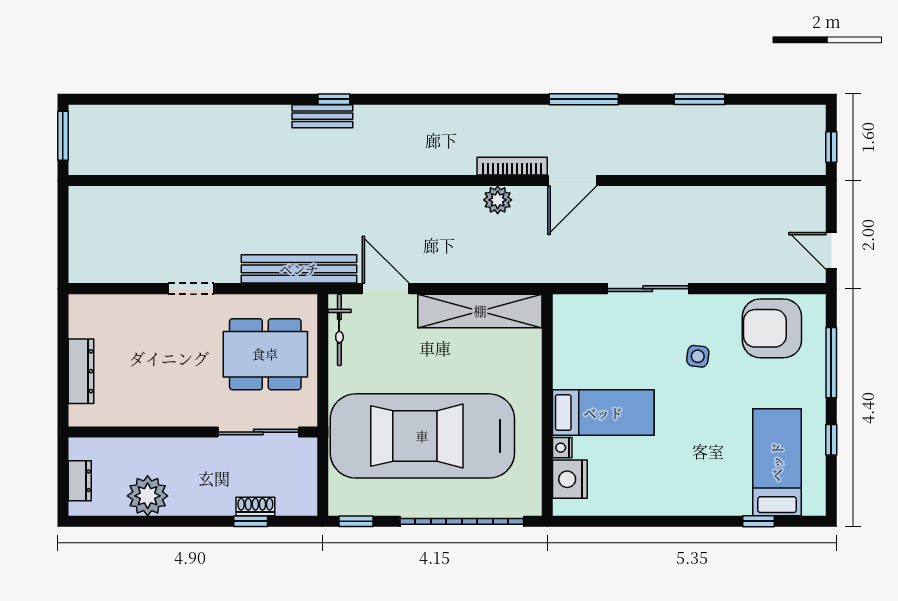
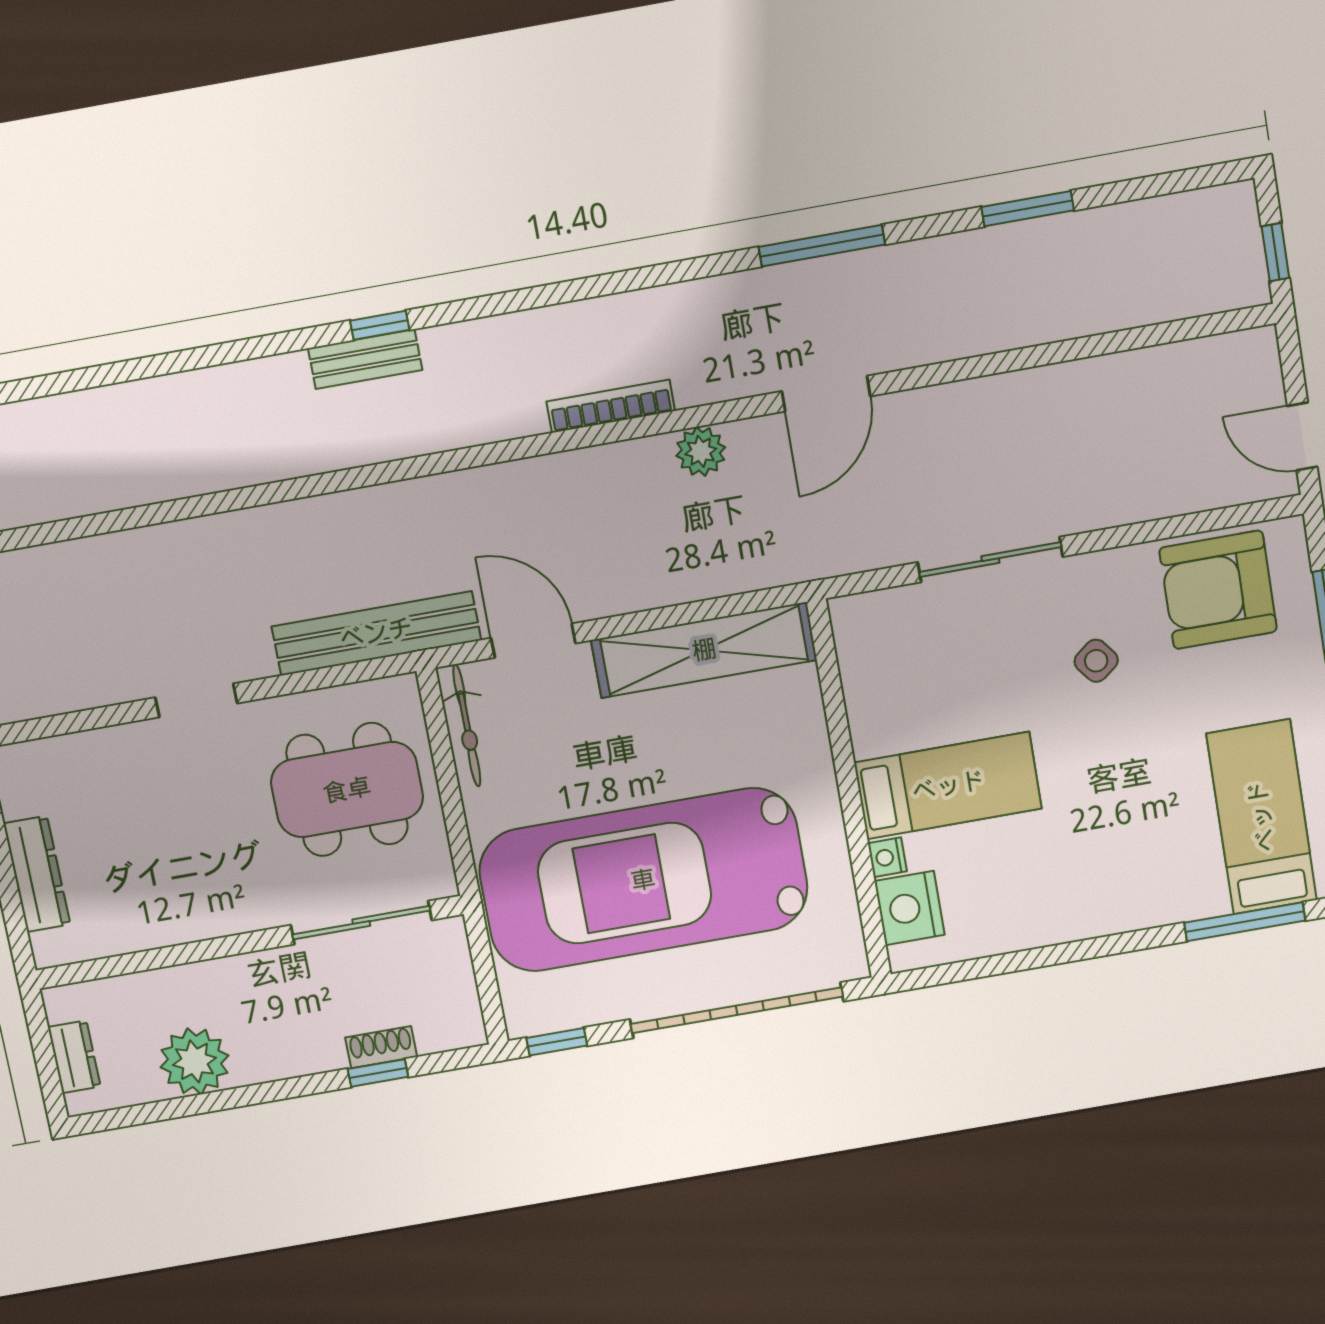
bookcase: (512, 166) -> (611, 406), moved
side table: (698, 356) -> (1096, 661), turned 45
window: (758, 521) -> (1245, 922), width x2.17

